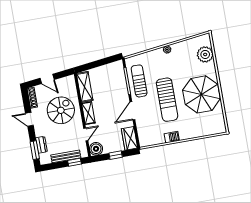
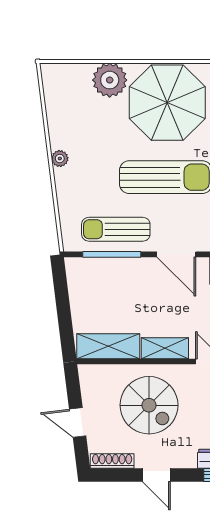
plant: (205, 54) -> (110, 80), moved
door: (47, 79) -> (78, 422), swing flipped
spiral stairs: (61, 110) -> (149, 405), turned 180
door: (29, 119) -> (156, 475), hinge flipped

